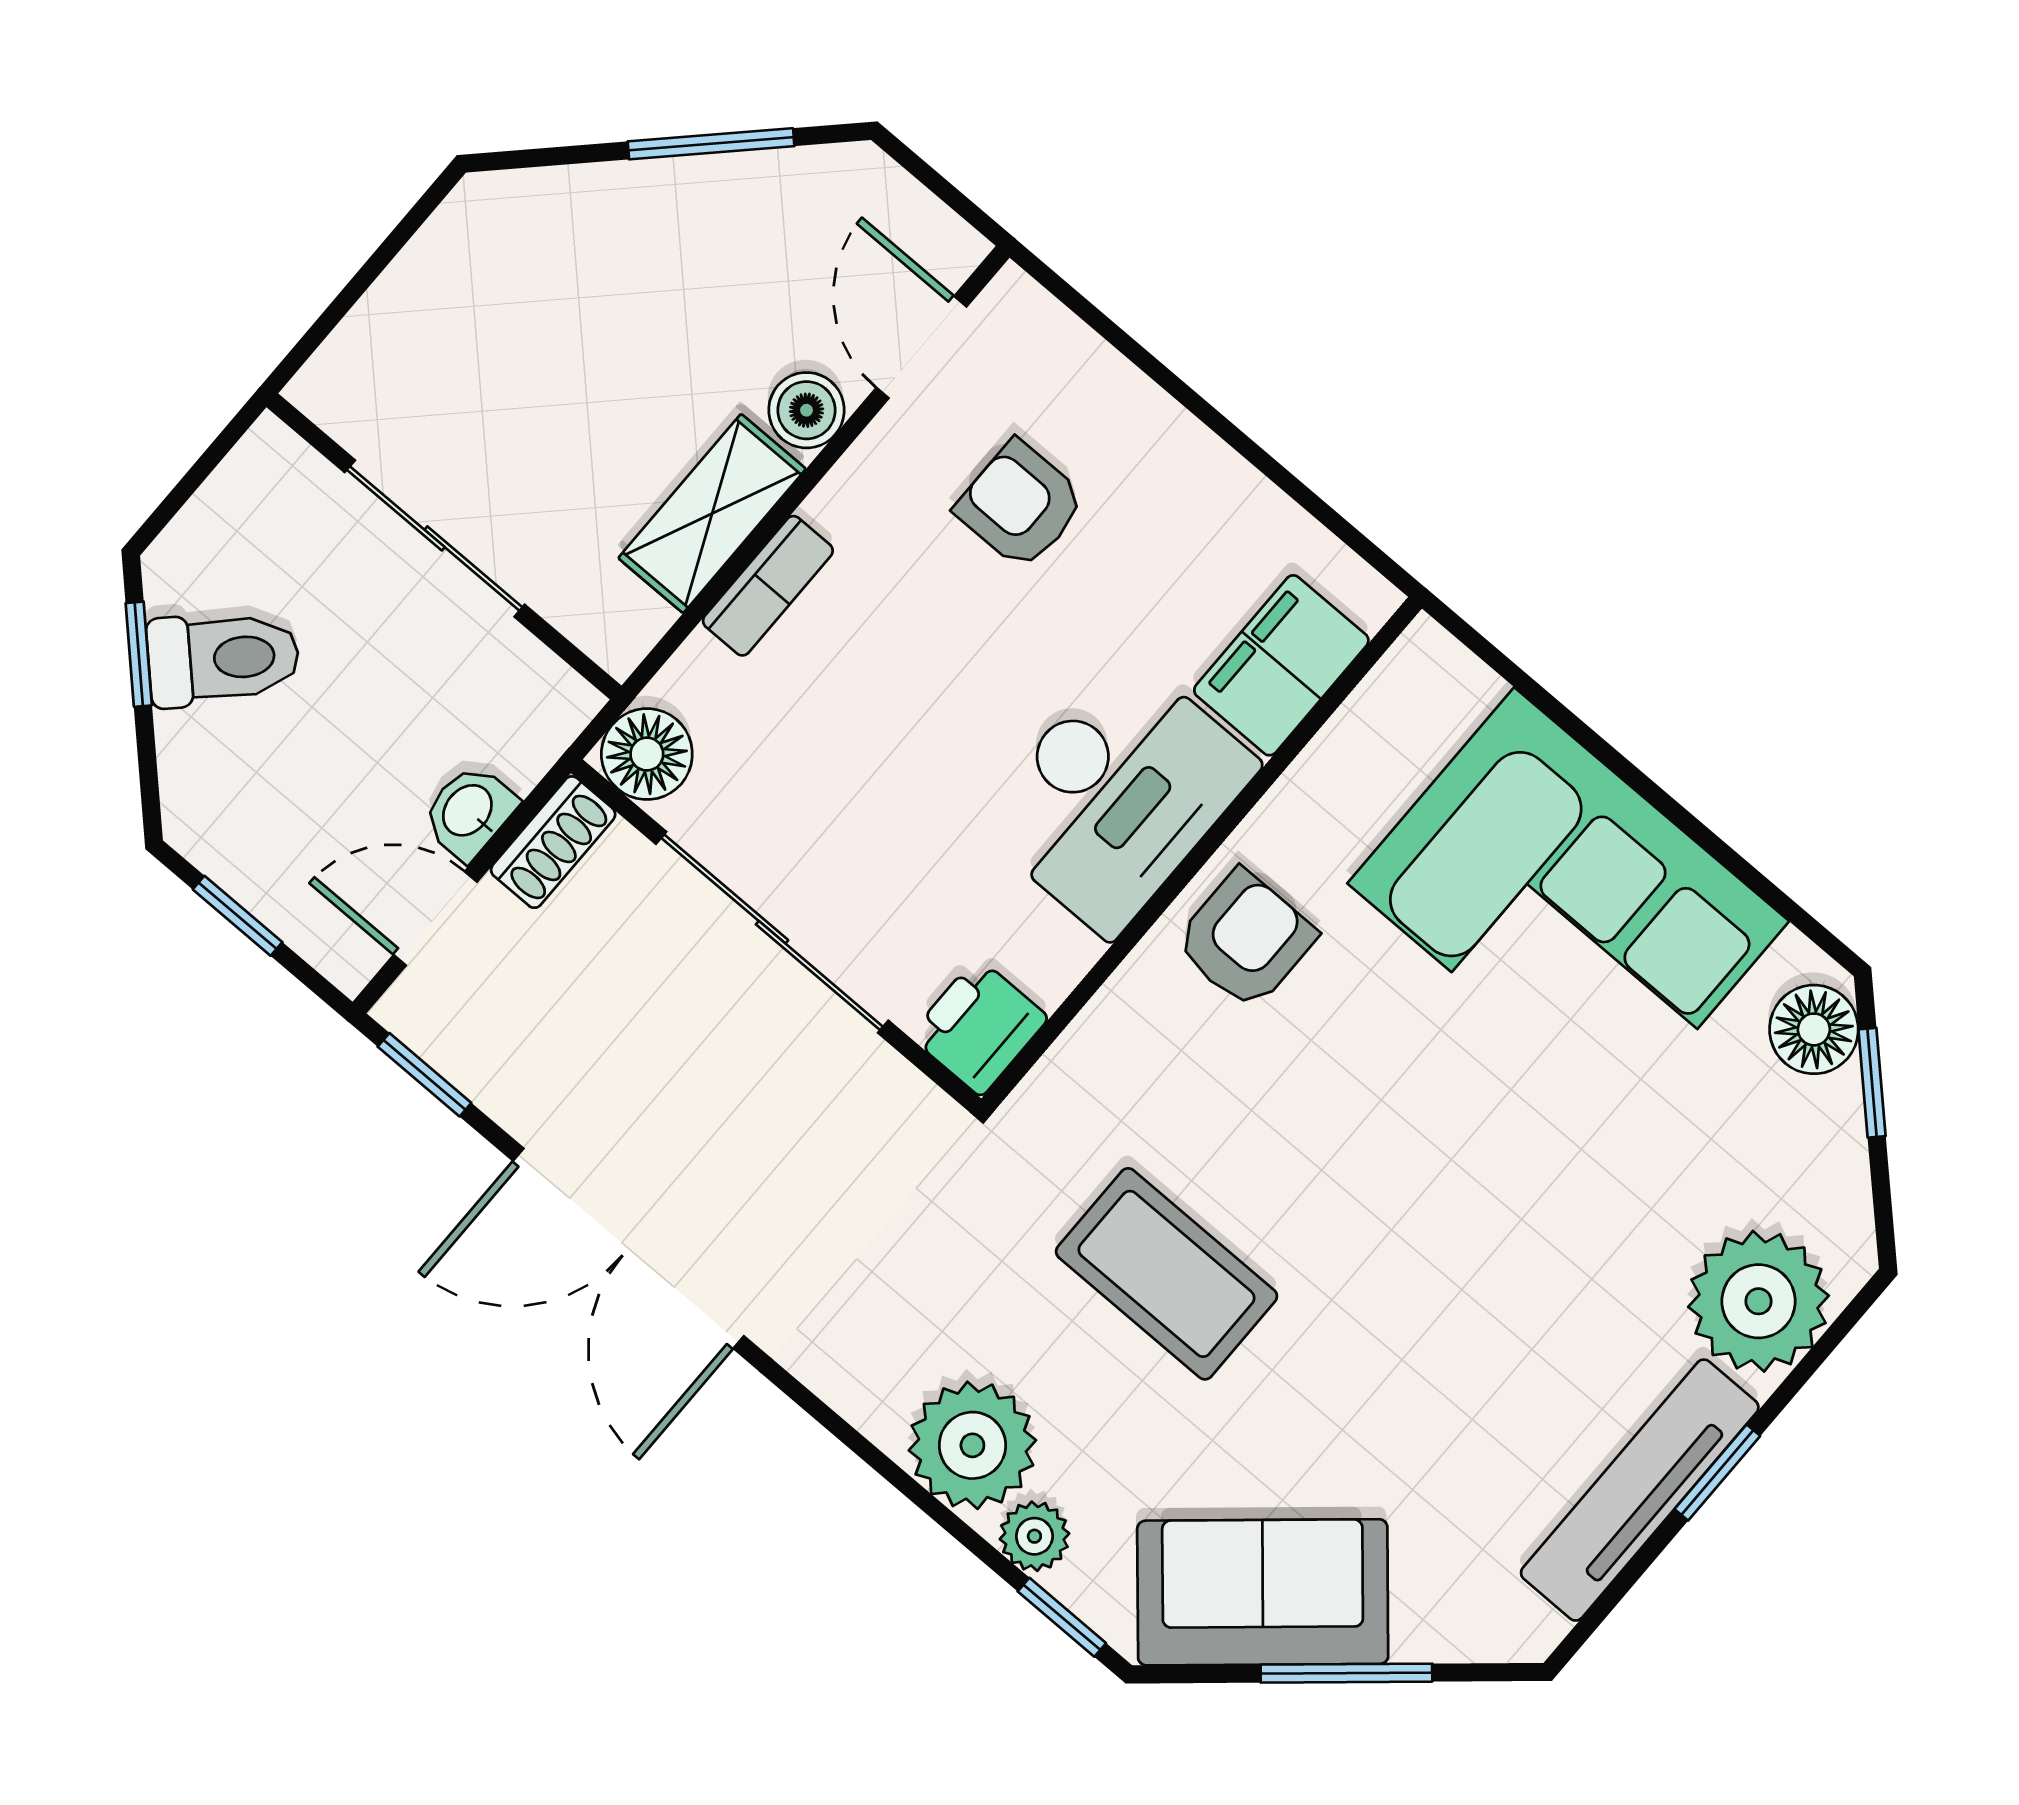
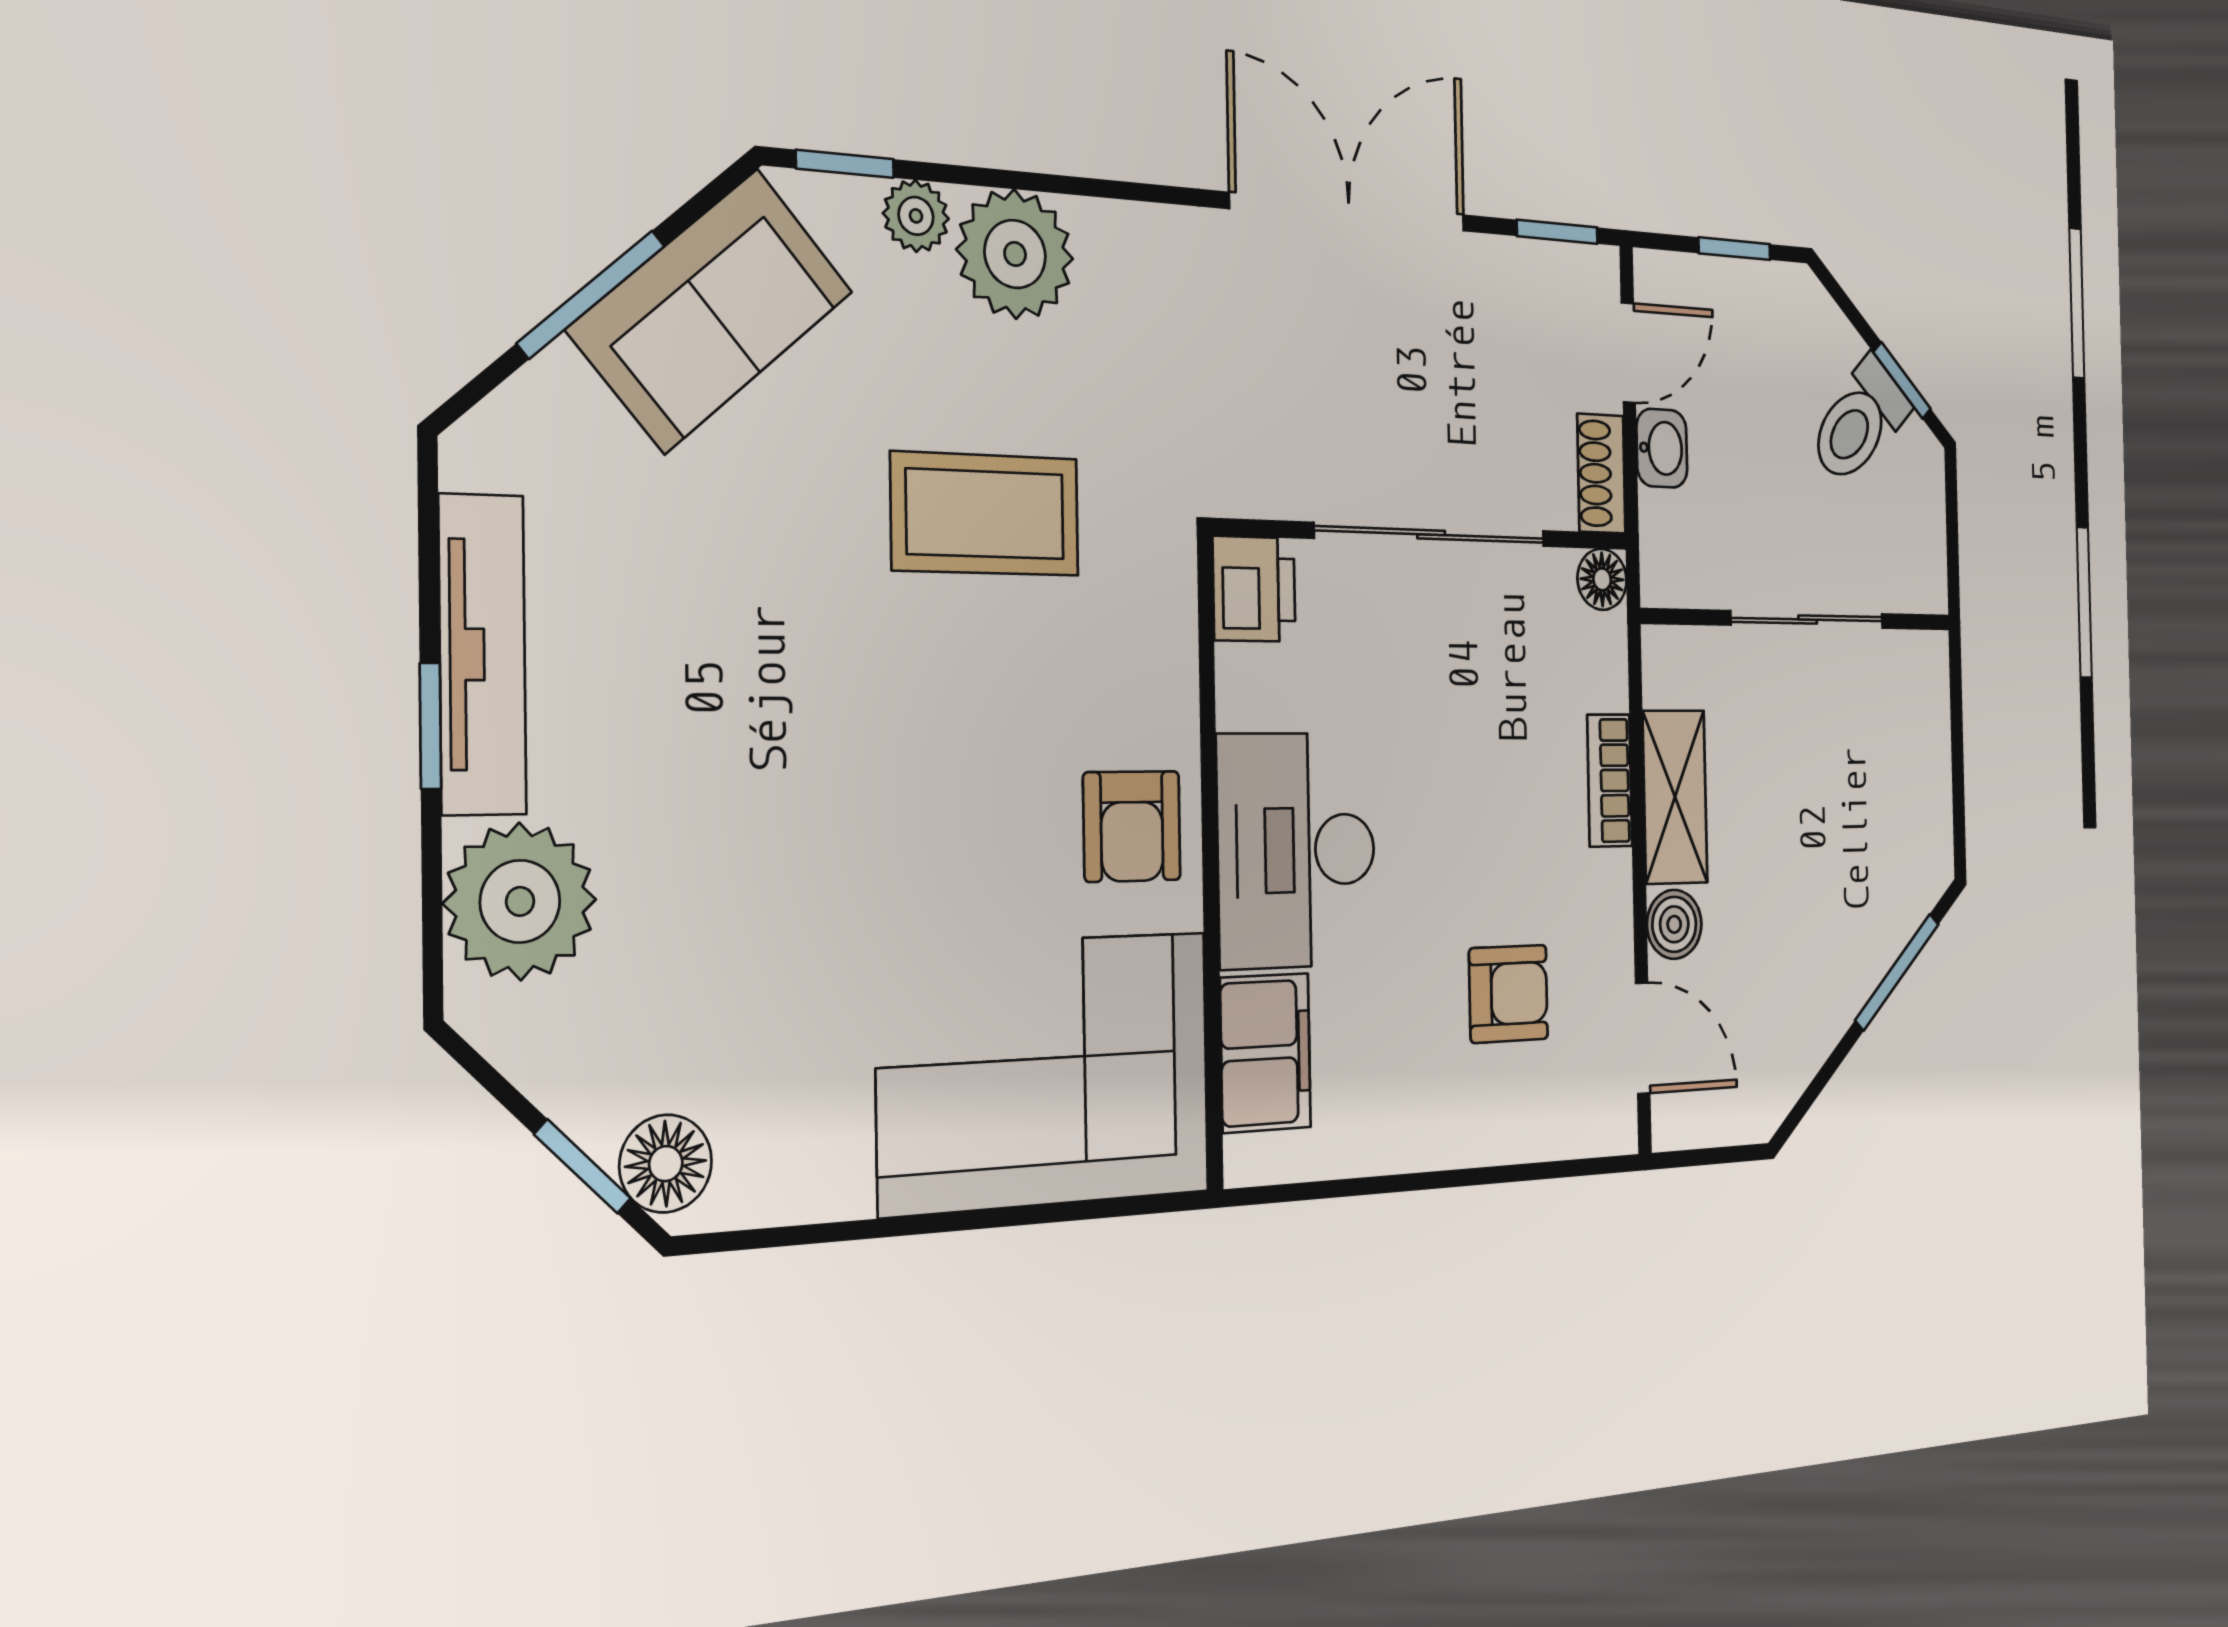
window: (711, 144) -> (1897, 972), moved
floor lamp: (647, 754) -> (1602, 579), width x0.73, depth x0.73
corner sofa: (1568, 902) -> (1046, 1072), moved

